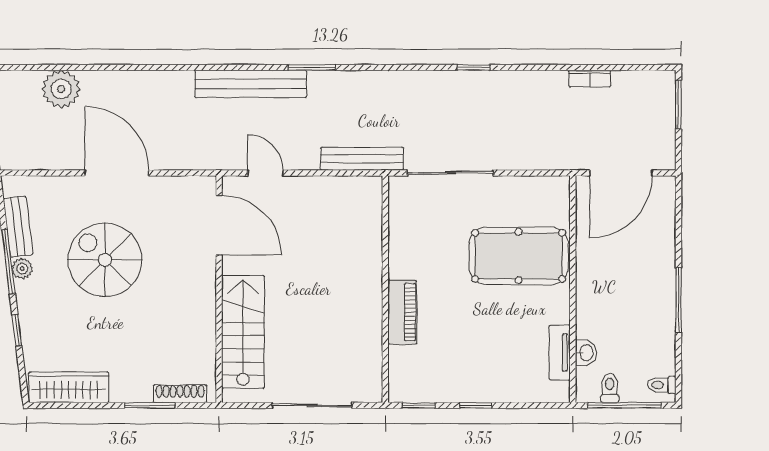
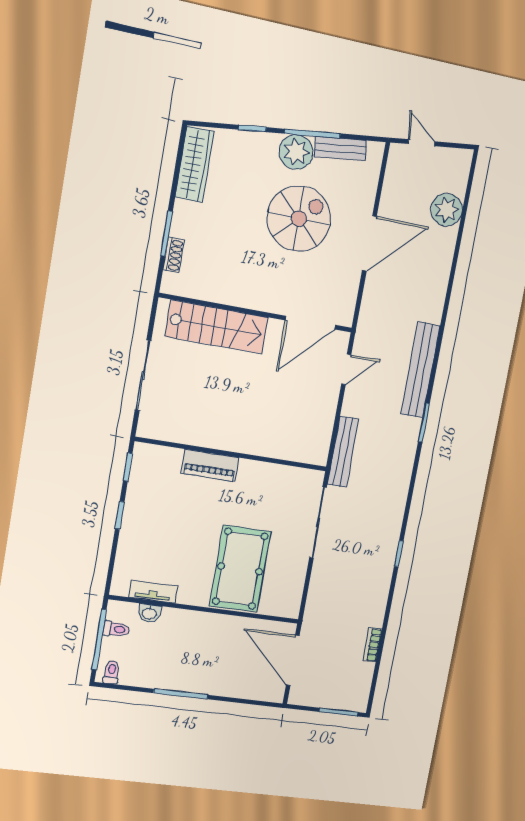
plant: (22, 269) -> (296, 152), width x1.87, depth x1.87
shoe rack: (180, 394) -> (174, 255), width x0.70

